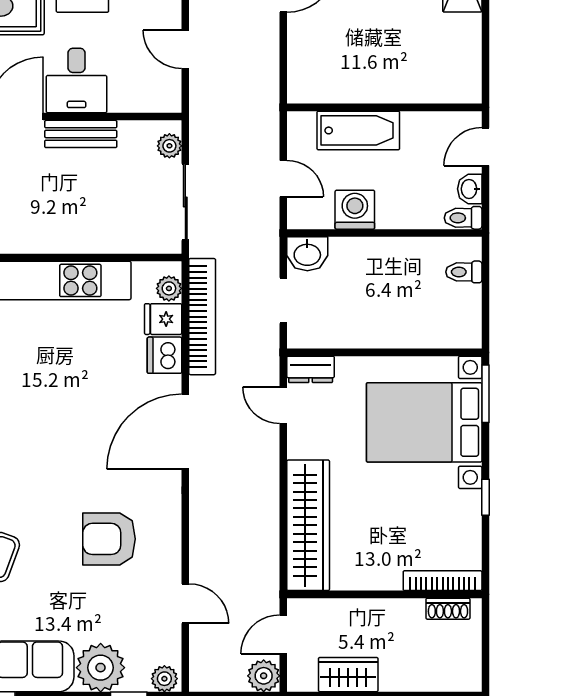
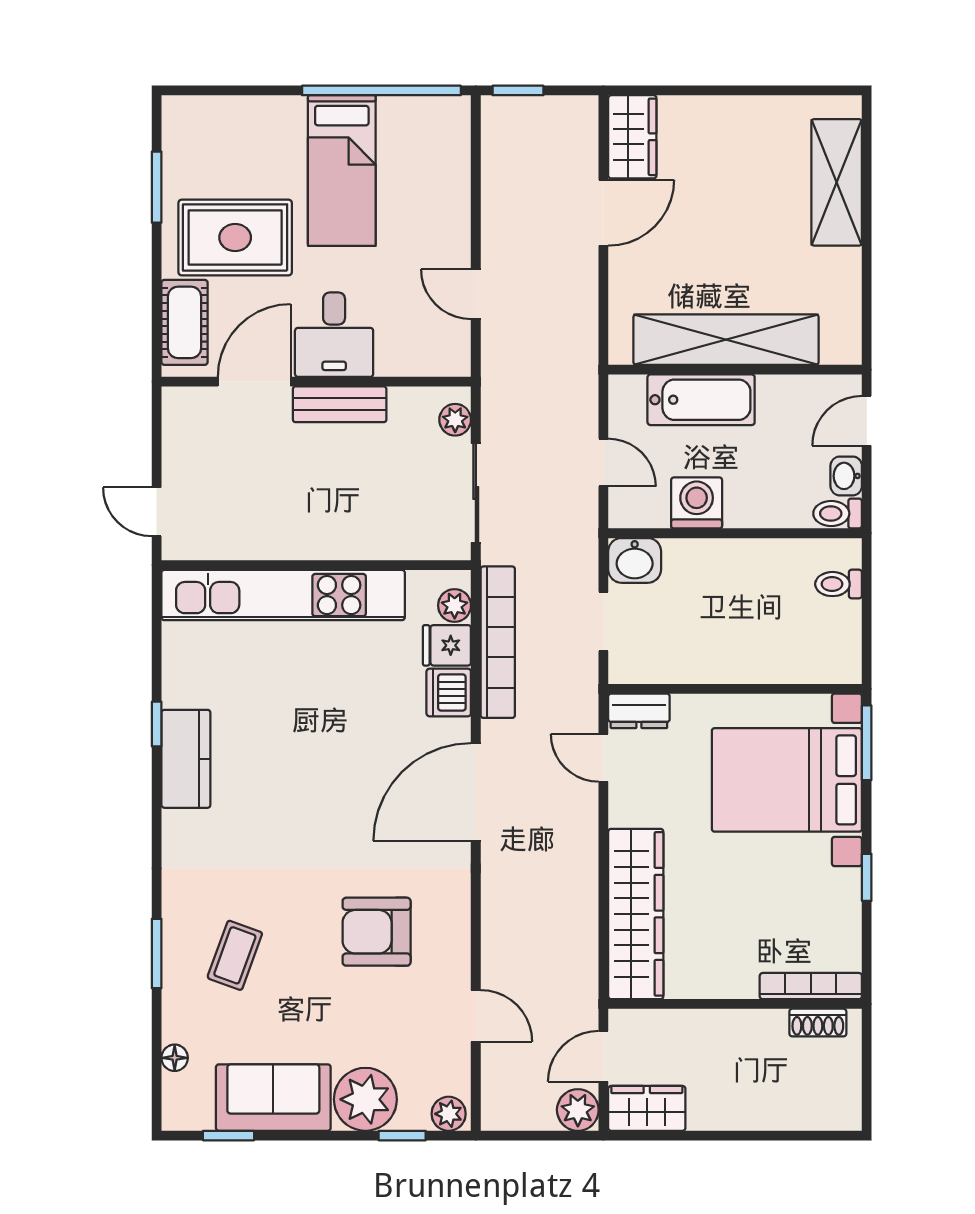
shelving: (377, 84) -> (726, 340), added
wardrobe: (348, 675) -> (647, 1108), moved

